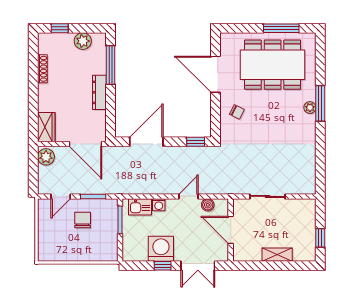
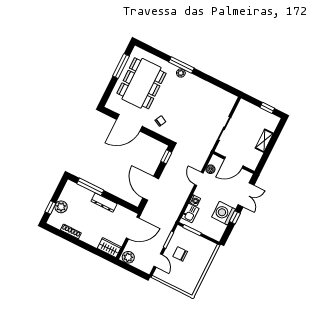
plant: (83, 41) -> (61, 207), moved

